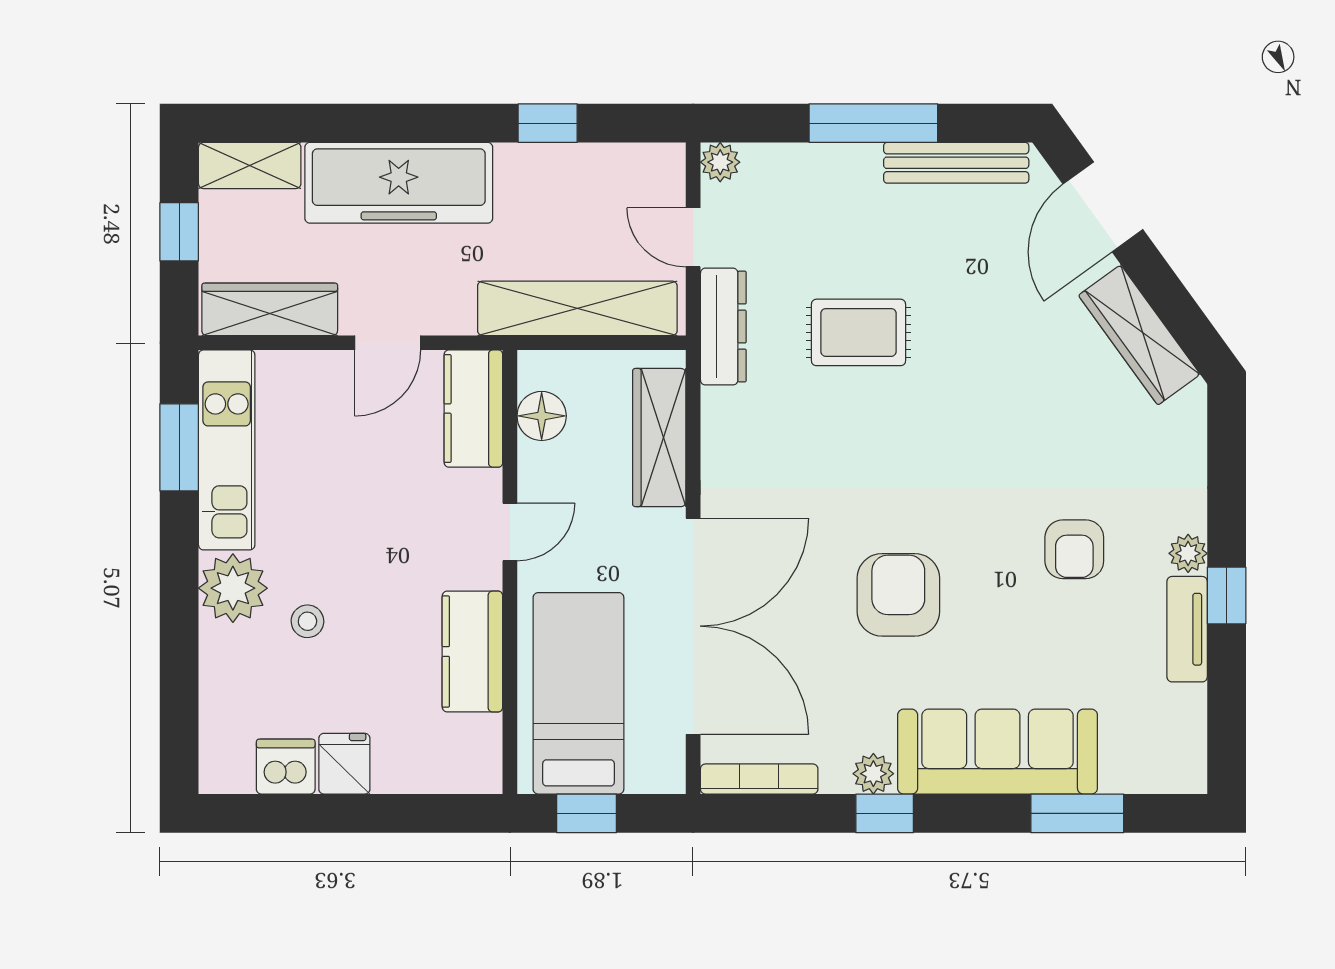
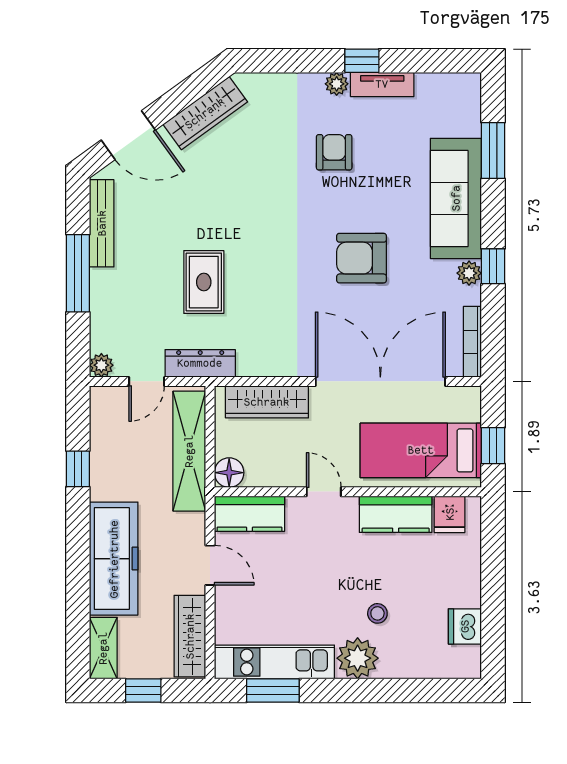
floor lamp: (542, 416) -> (229, 473), moved
armchair: (1074, 549) -> (334, 152), turned -90
fridge: (344, 764) -> (450, 514), moved, turned -90

